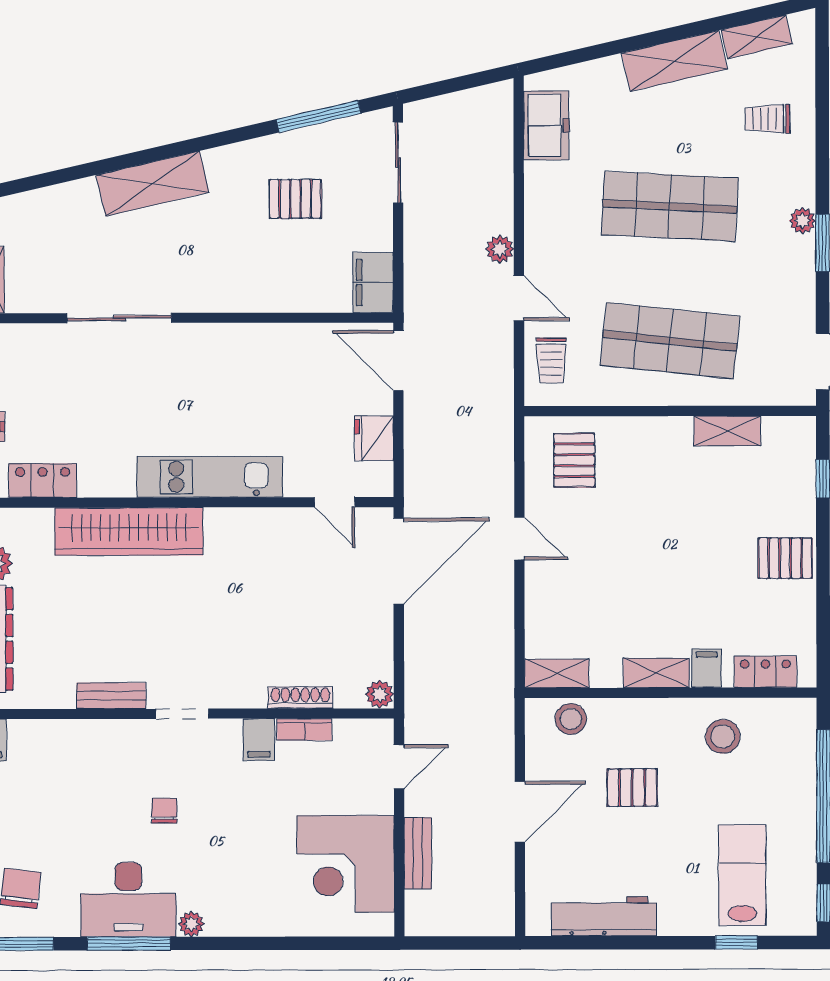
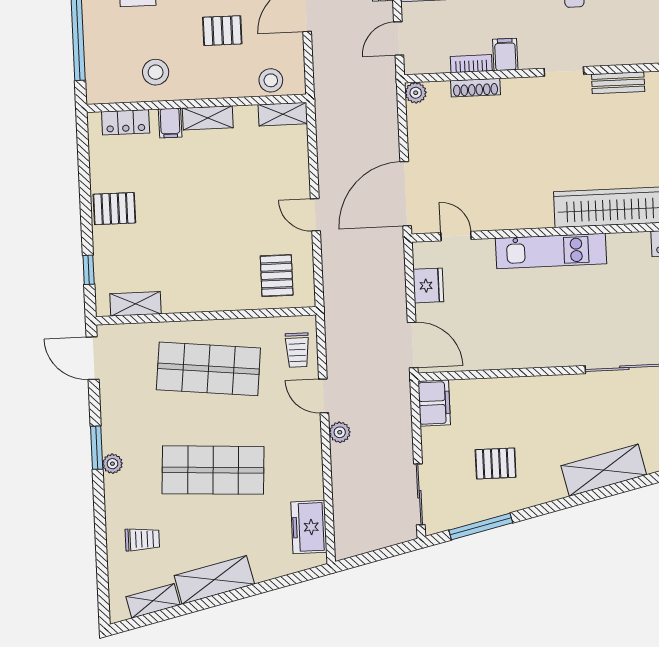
trolley: (551, 360) -> (297, 350), turned 180
shelving: (727, 431) -> (136, 304), moved

